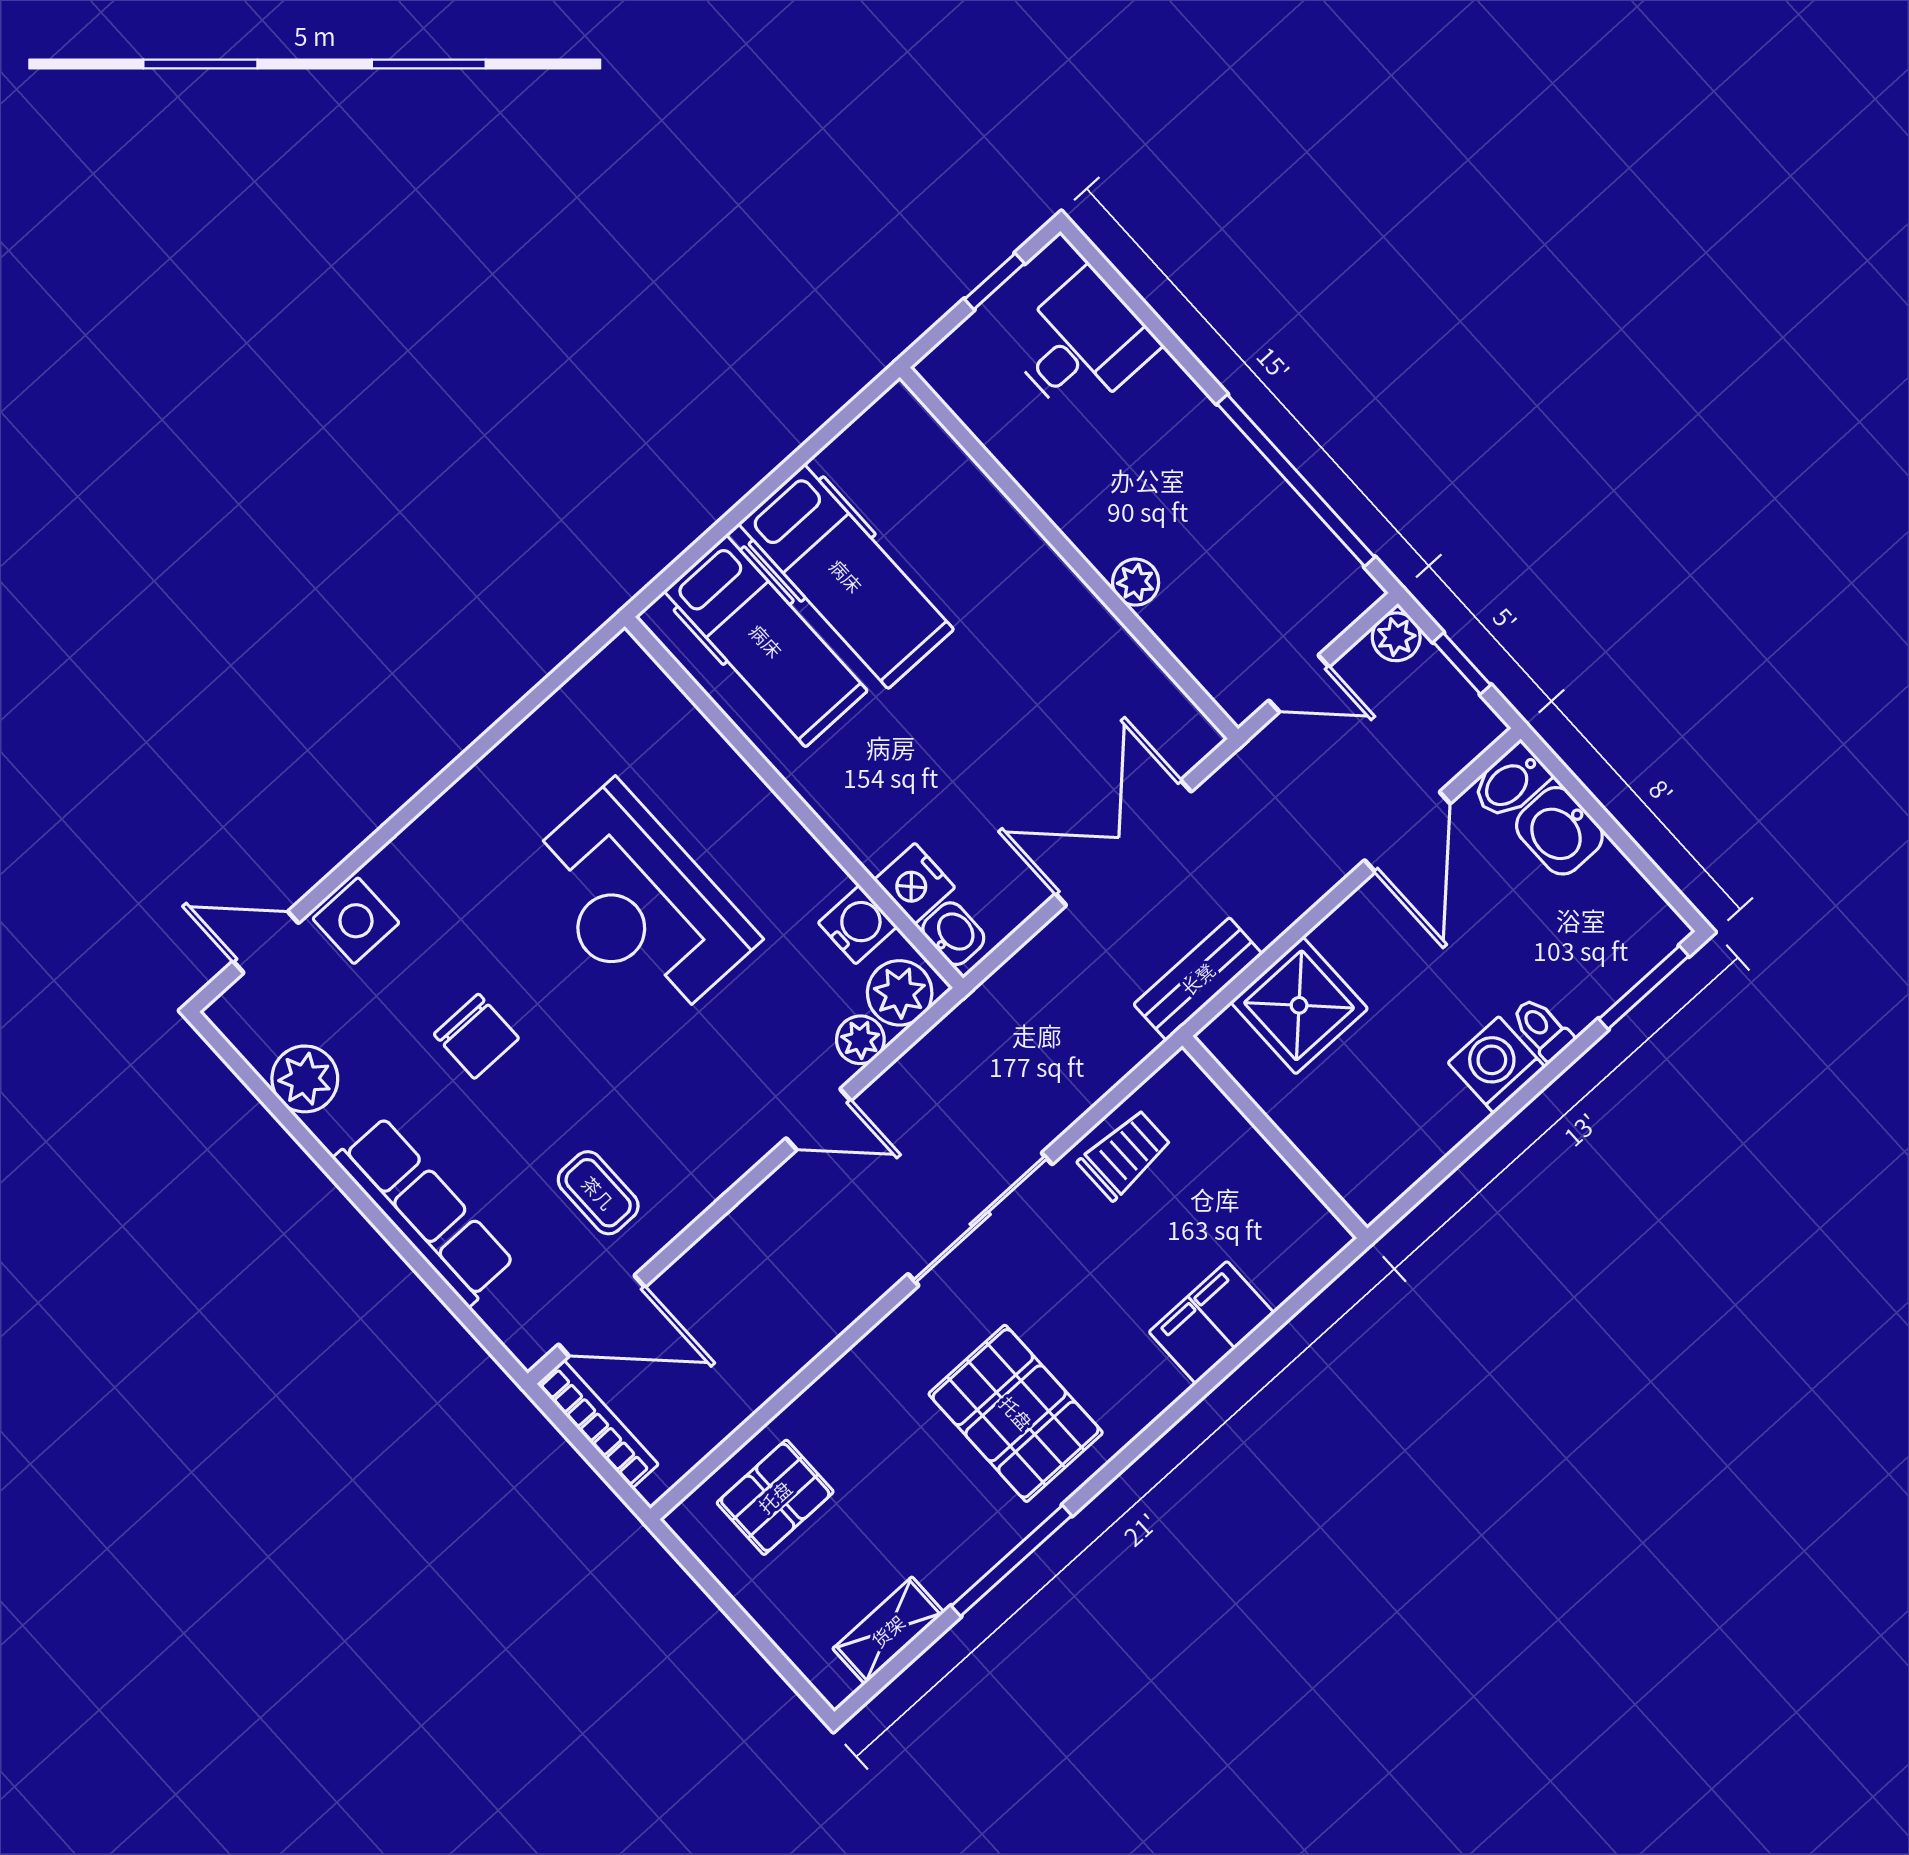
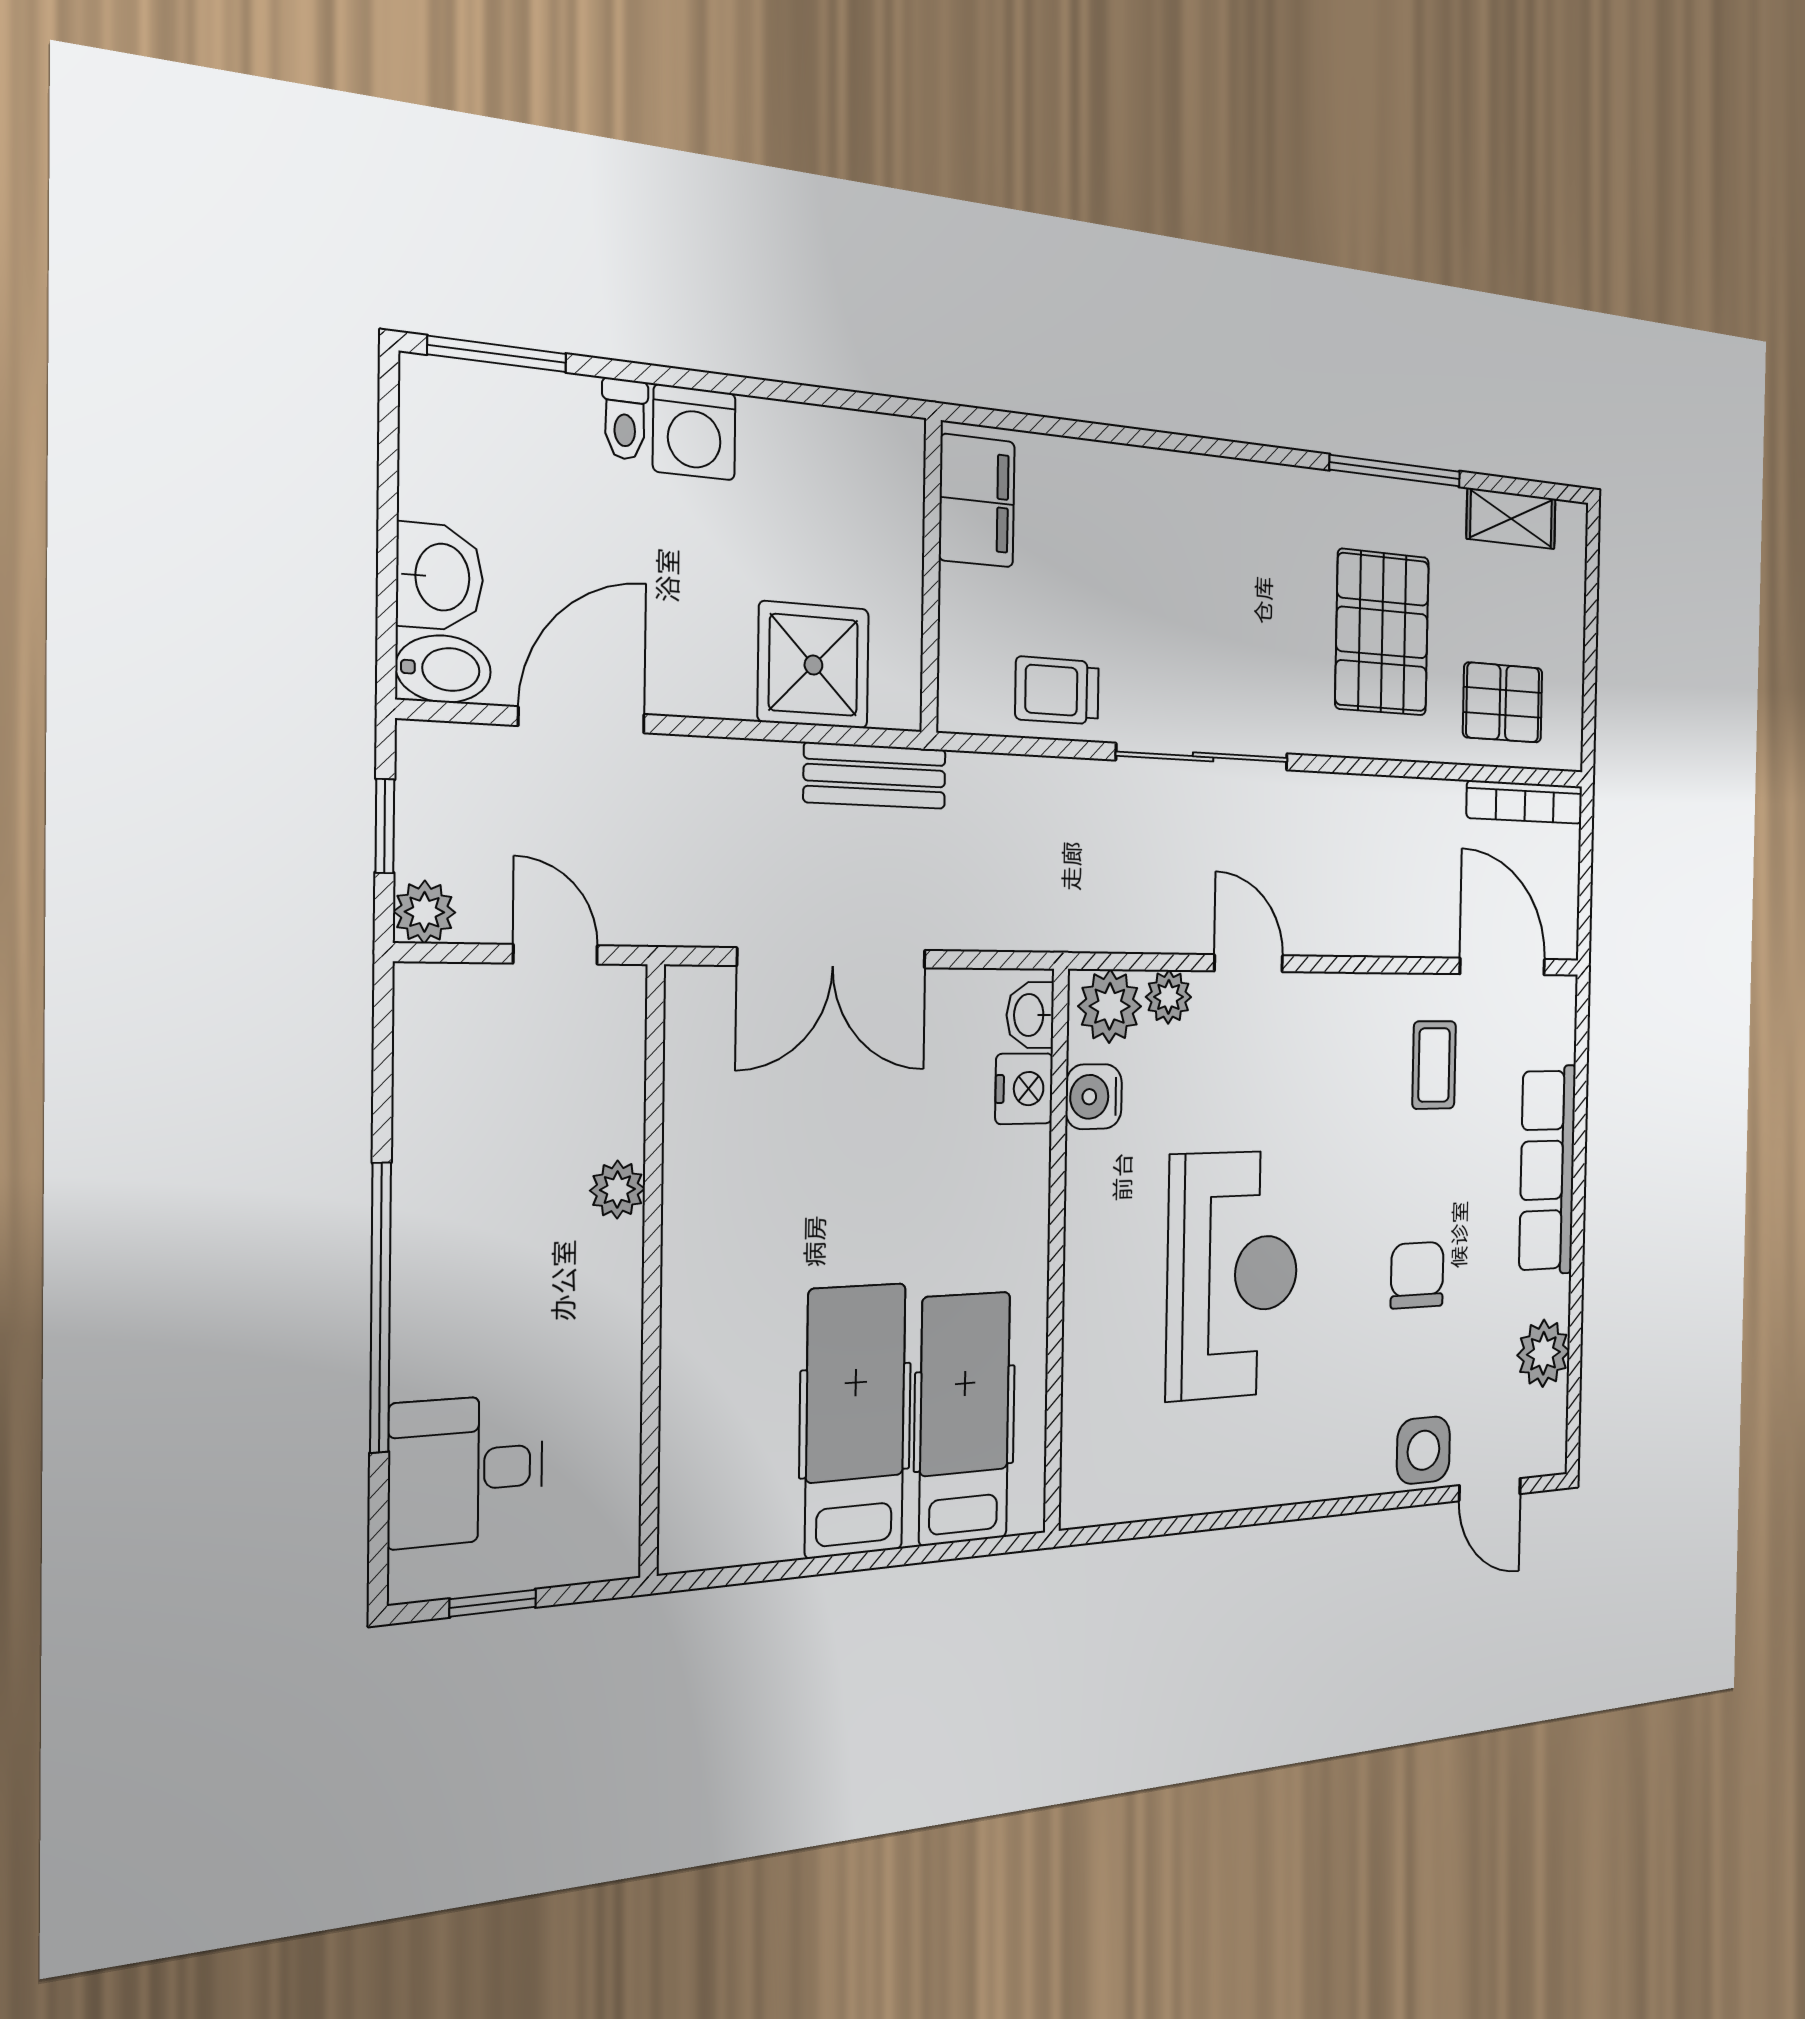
window: (1296, 480) -> (380, 1308), moved
filing cabinet: (1211, 1323) -> (977, 501), moved, turned -90
pallet: (1016, 1413) -> (1382, 633), moved
bookcase: (598, 1424) -> (1525, 802), moved, turned -90

